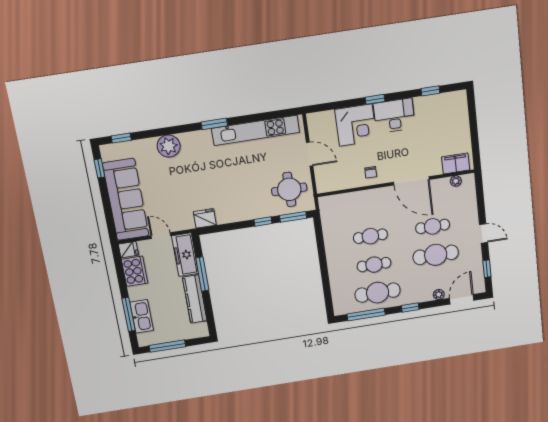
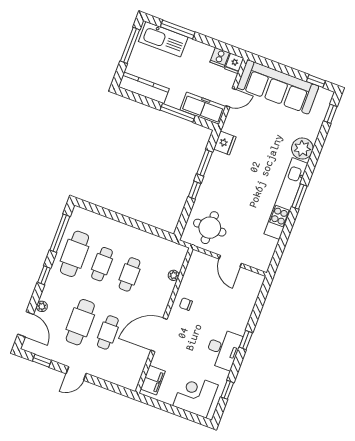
corner desk: (356, 125) -> (195, 395), moved, turned 90
kitchen unit: (256, 130) -> (286, 199), moved
door: (310, 154) -> (230, 261), hinge flipped
plant: (456, 181) -> (174, 275), moved
window: (293, 217) -> (205, 163), moved
cooker: (135, 271) -> (220, 57), width x0.53, depth x0.76
kitchen counter: (195, 299) -> (144, 88), moved
kitchen sink: (142, 316) -> (163, 39), width x1.36, depth x1.24

